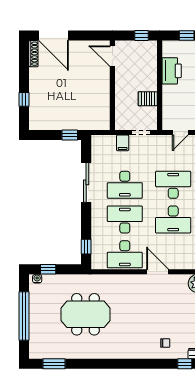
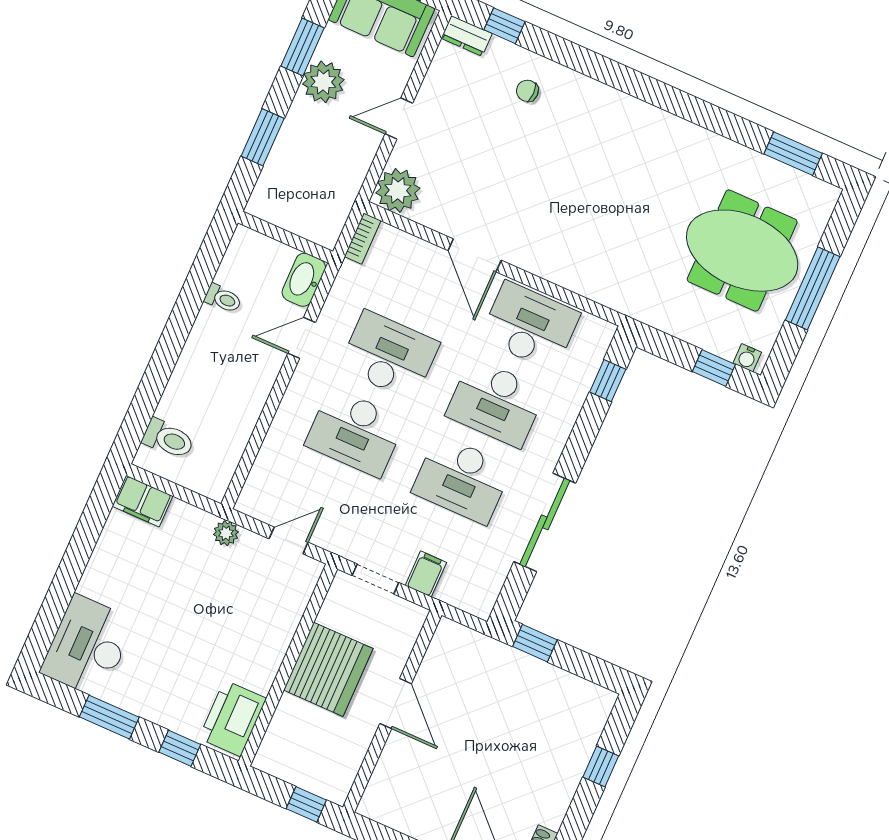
window: (142, 36) -> (306, 804), moved
door: (112, 56) -> (396, 704), moved
printer: (172, 71) -> (233, 718), moved
server rack: (148, 99) -> (328, 669), width x2.18, depth x1.44
desk: (125, 185) -> (462, 479), turned 180
meeting table: (85, 314) -> (742, 251), moved
window: (24, 316) -> (813, 288), width x0.68

